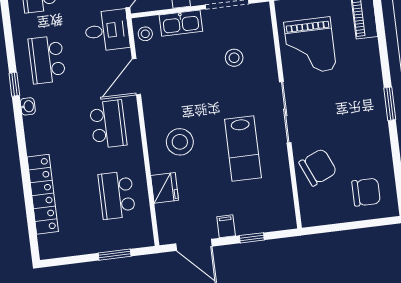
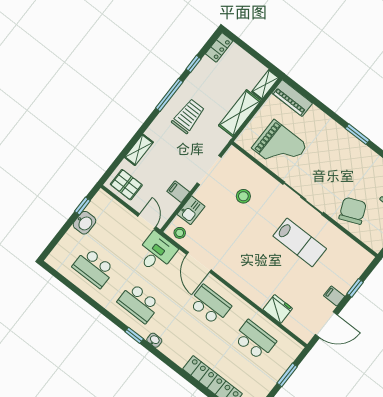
kitchen sink: (181, 23) -> (191, 210), width x0.73
stool: (180, 142) -> (260, 274), removed
school desk: (117, 195) -> (255, 340), turned 180

